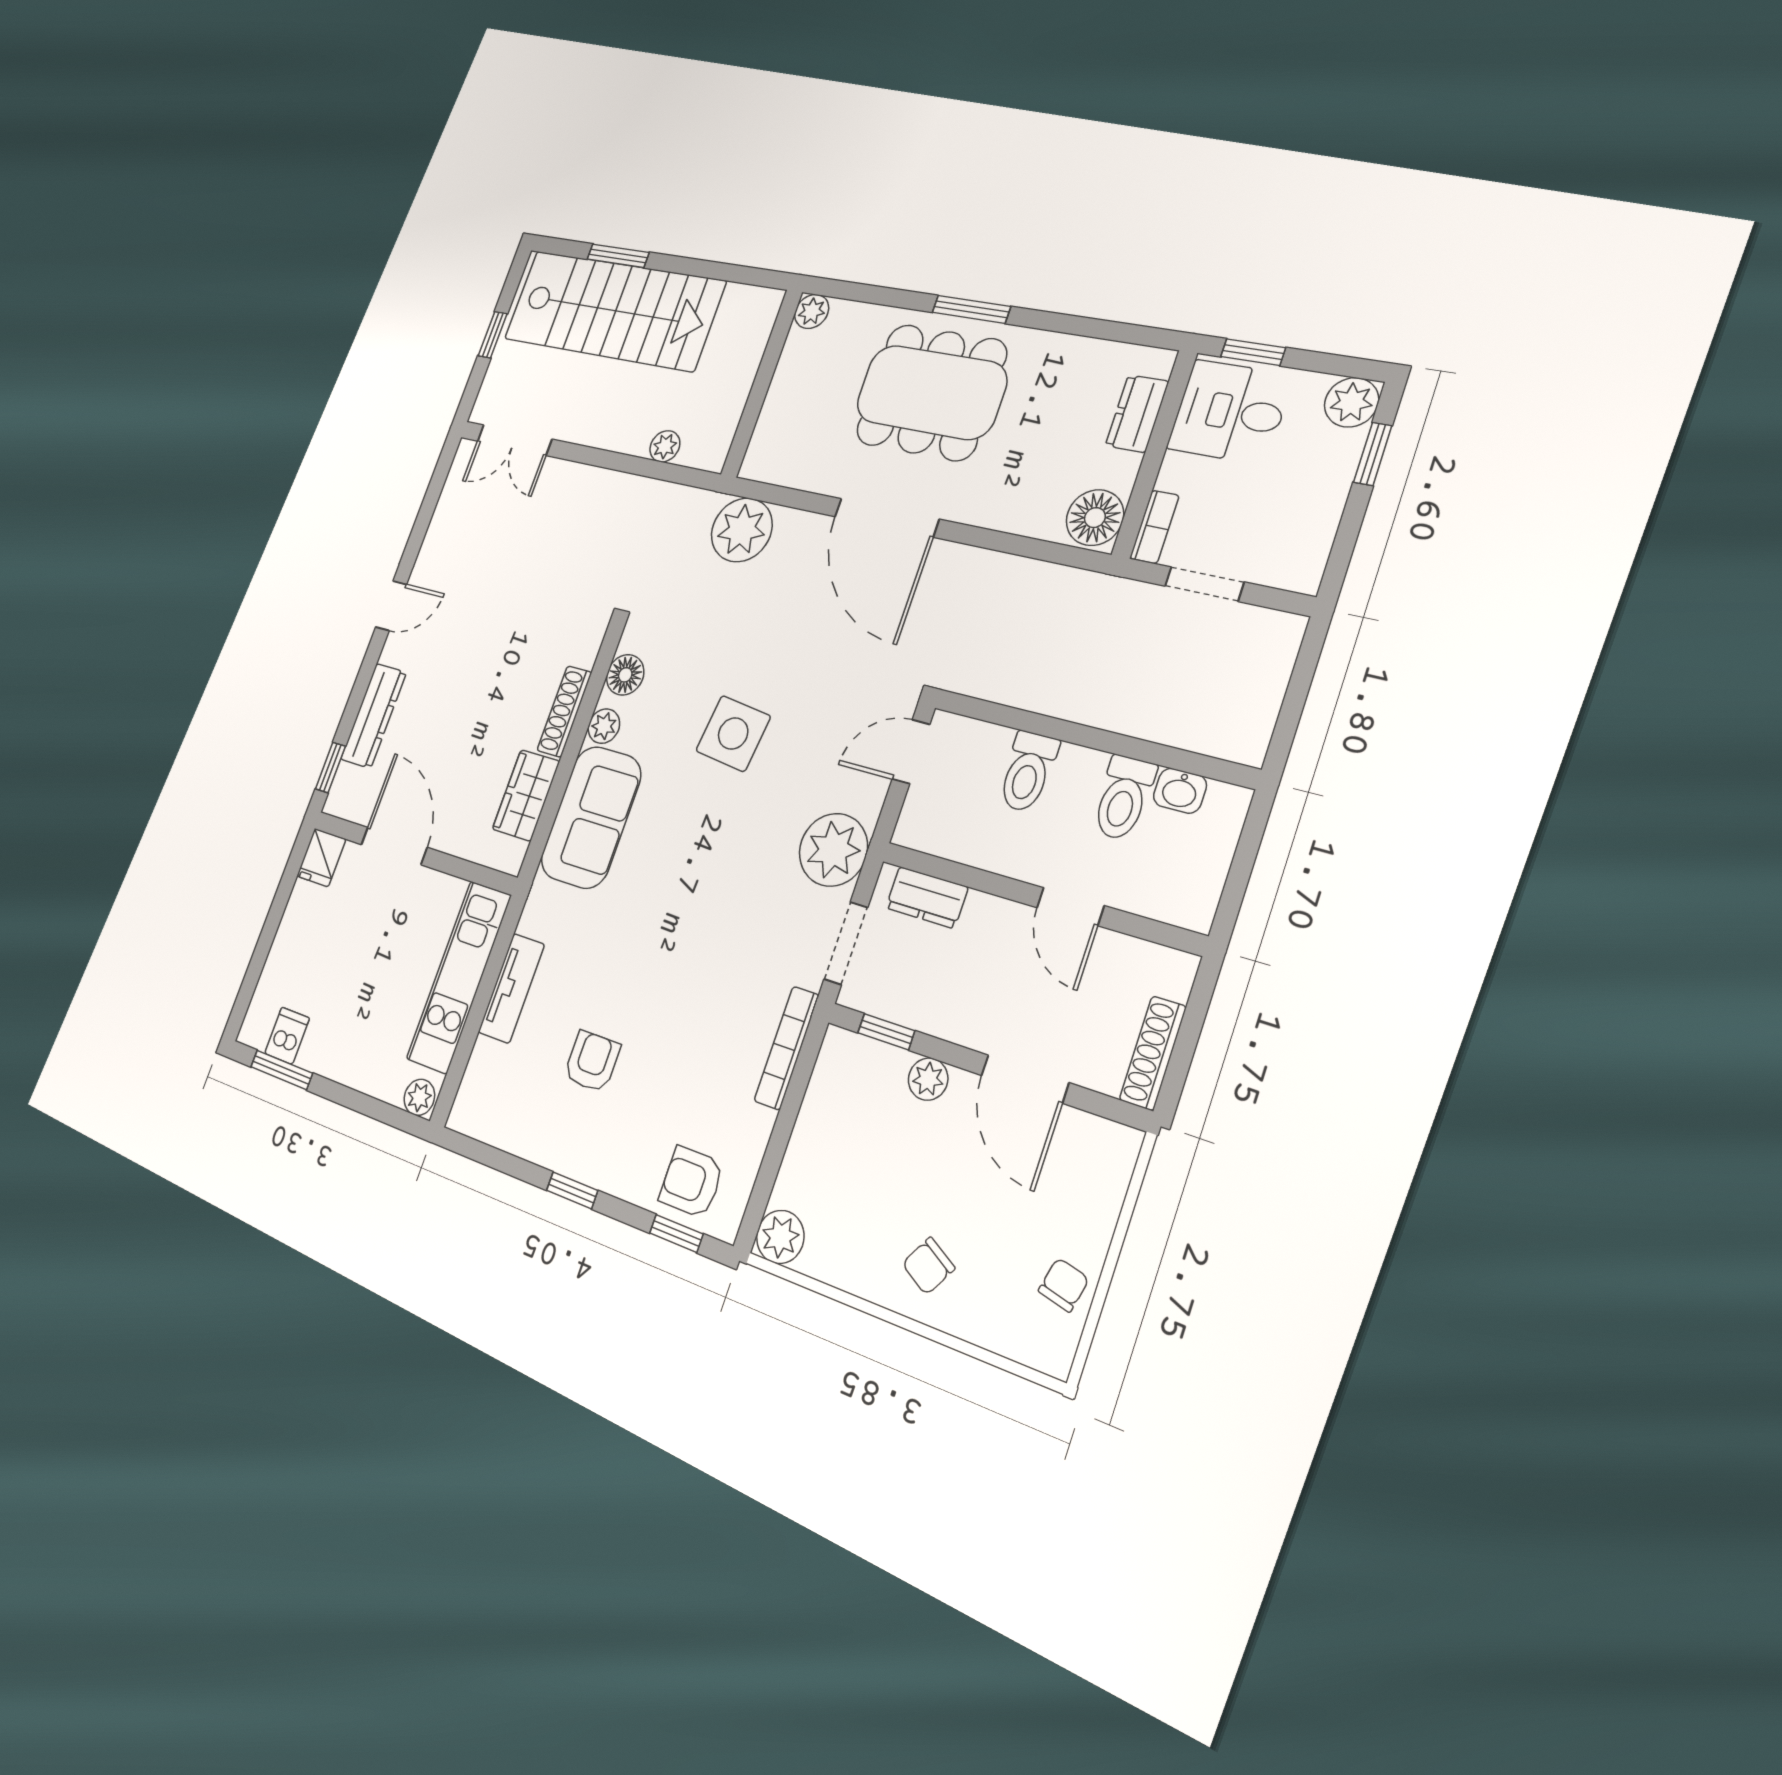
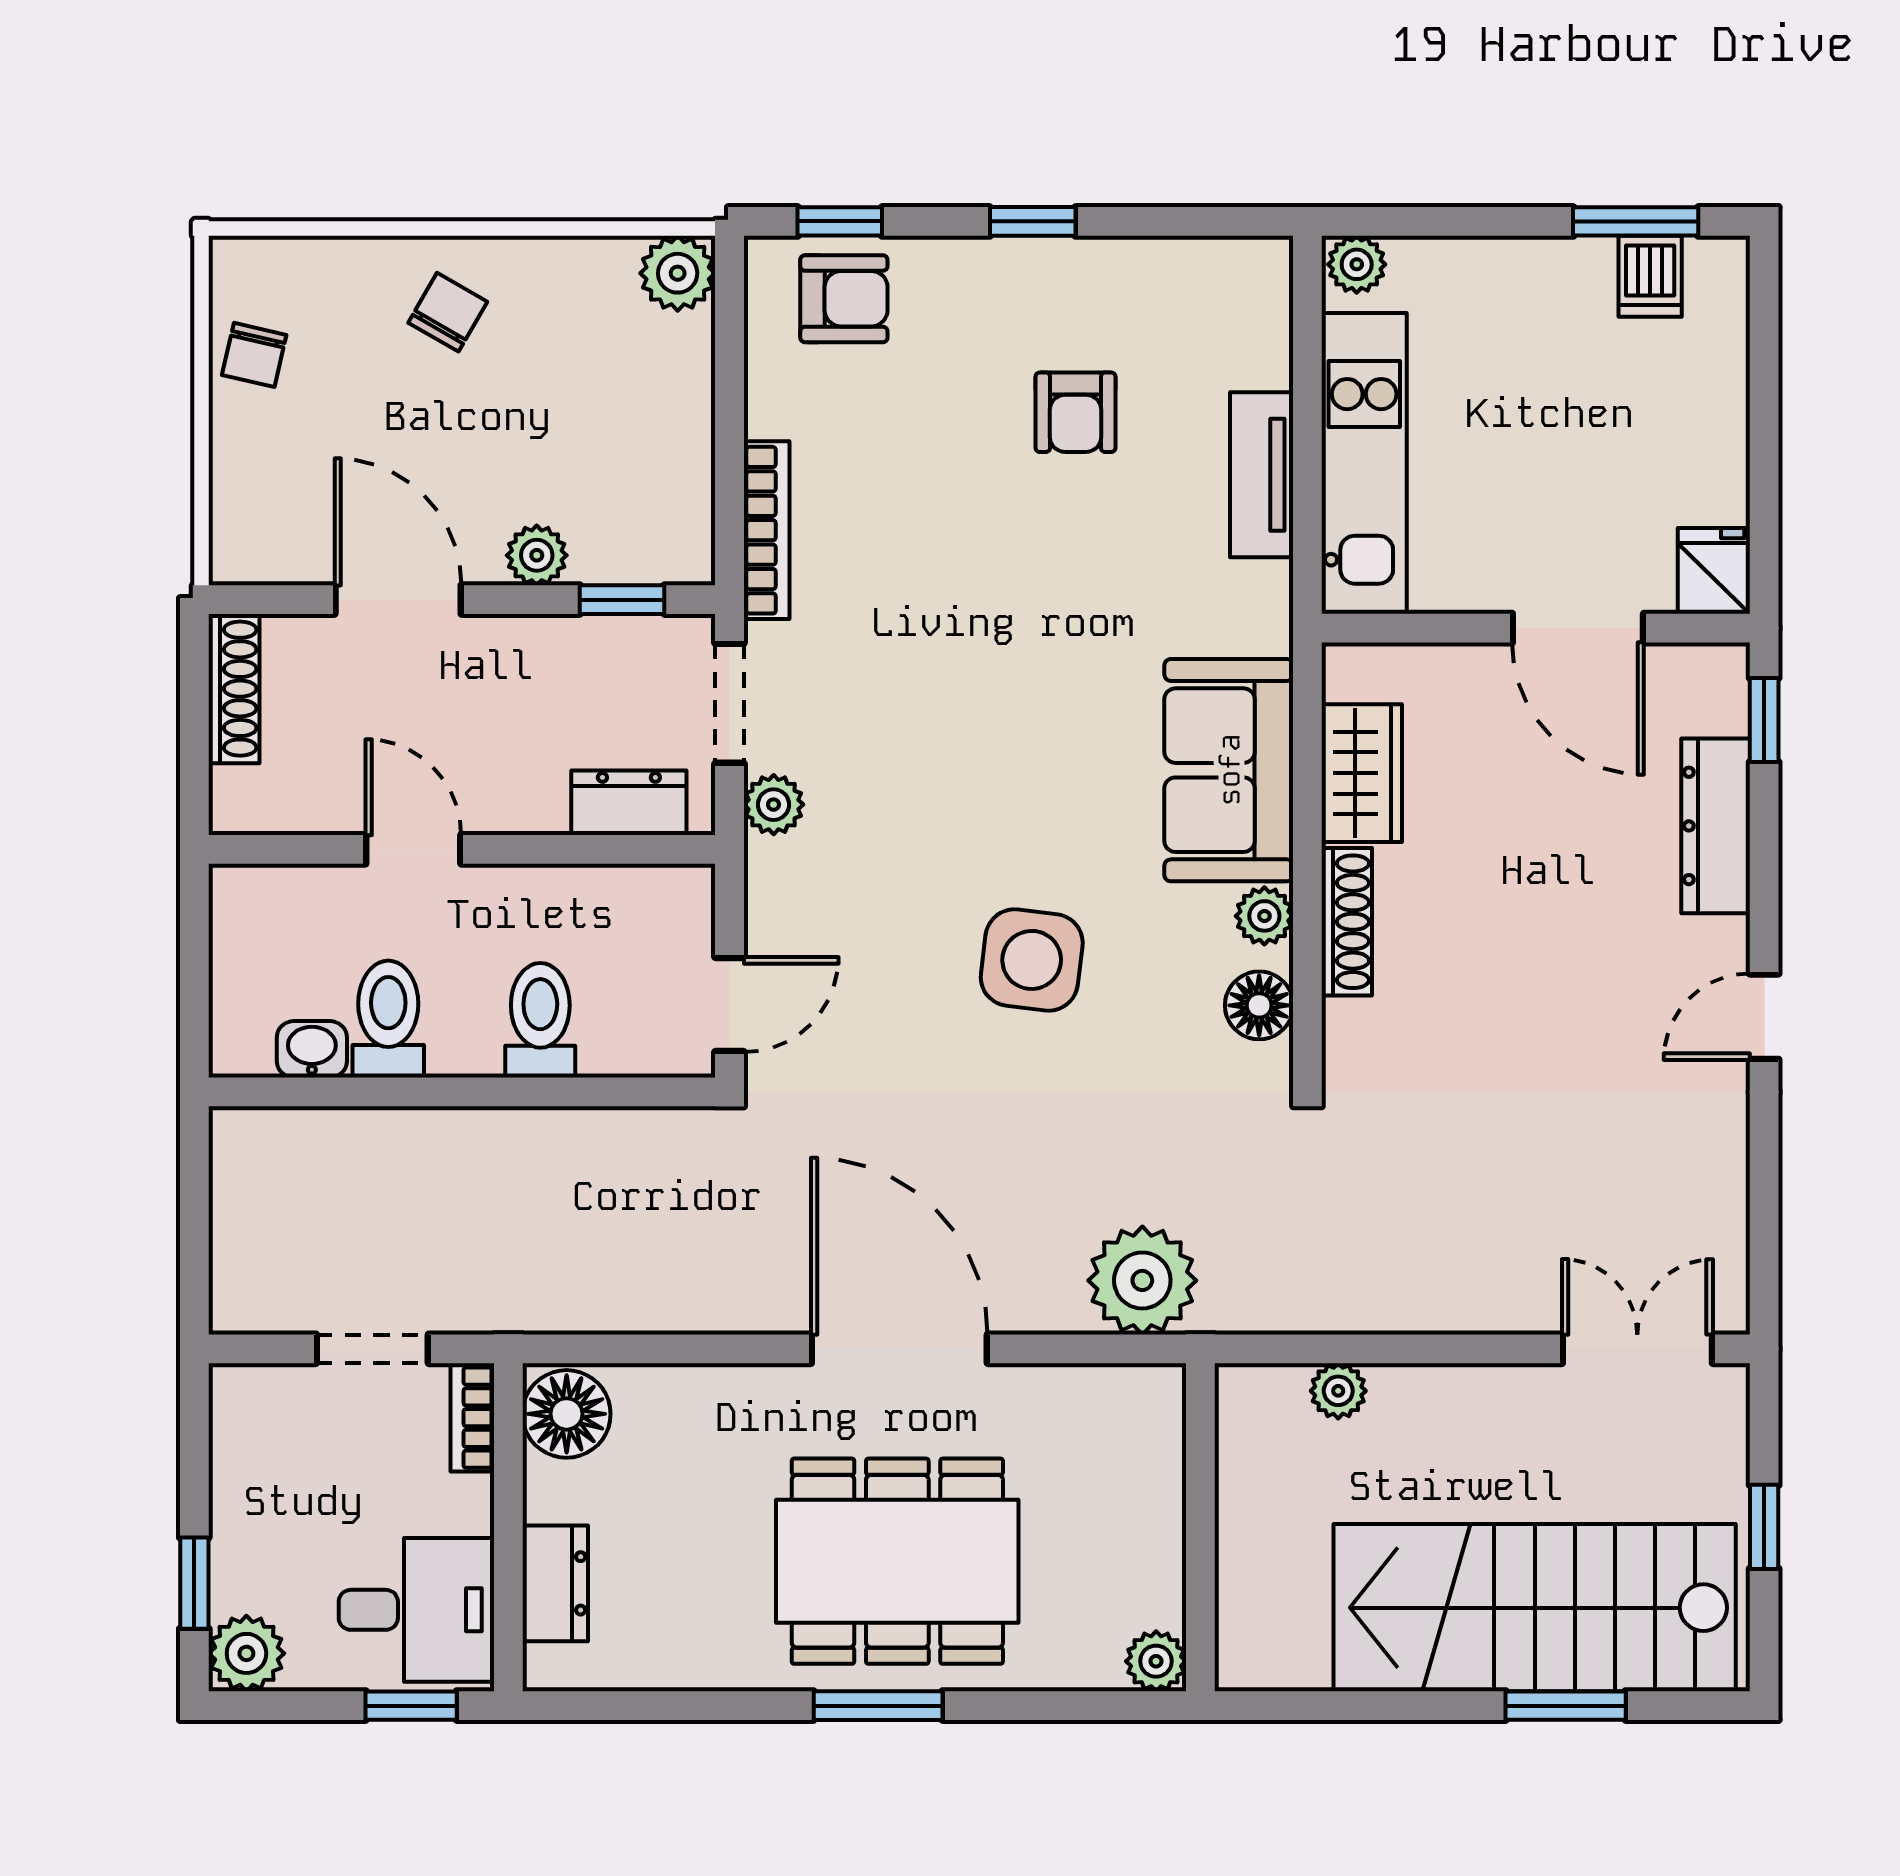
plant: (833, 850) -> (774, 805), width x0.53, depth x0.53

